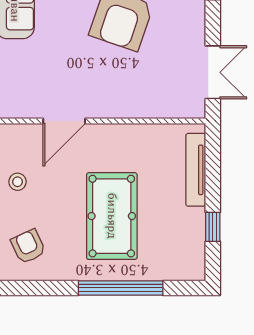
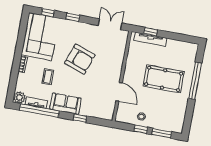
window: (213, 227) -> (151, 32), moved
armchair: (28, 246) -> (170, 117), removed

